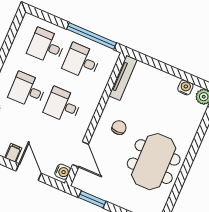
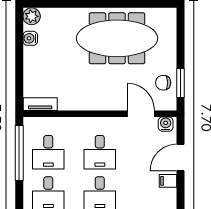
tv unit: (123, 78) -> (40, 104), width x0.71
chair: (119, 128) -> (163, 83), moved
door: (81, 154) -> (141, 114), hinge flipped
meeting table: (154, 162) -> (117, 38), width x1.36

